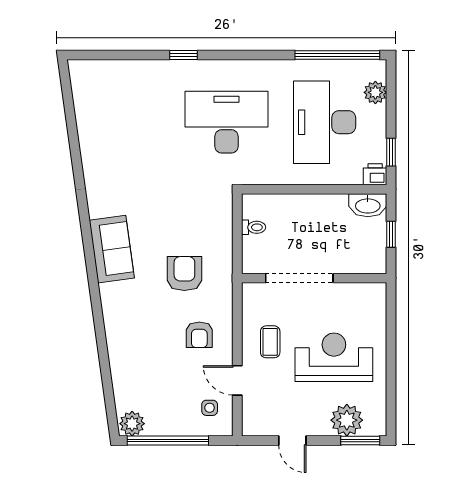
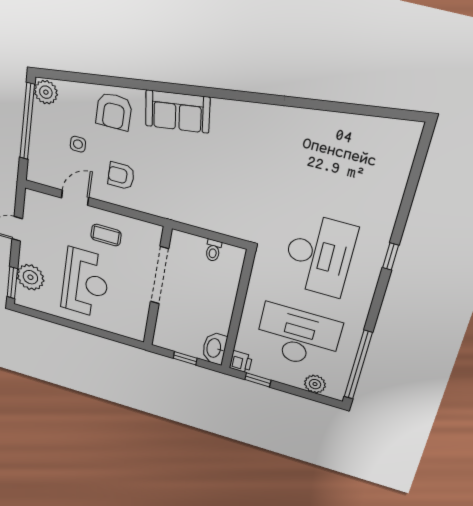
window: (184, 55) -> (391, 256), moved
sofa: (112, 249) -> (177, 111), moved
armchair: (184, 274) -> (114, 111), moved, turned 90
side table: (210, 408) -> (78, 144), moved

